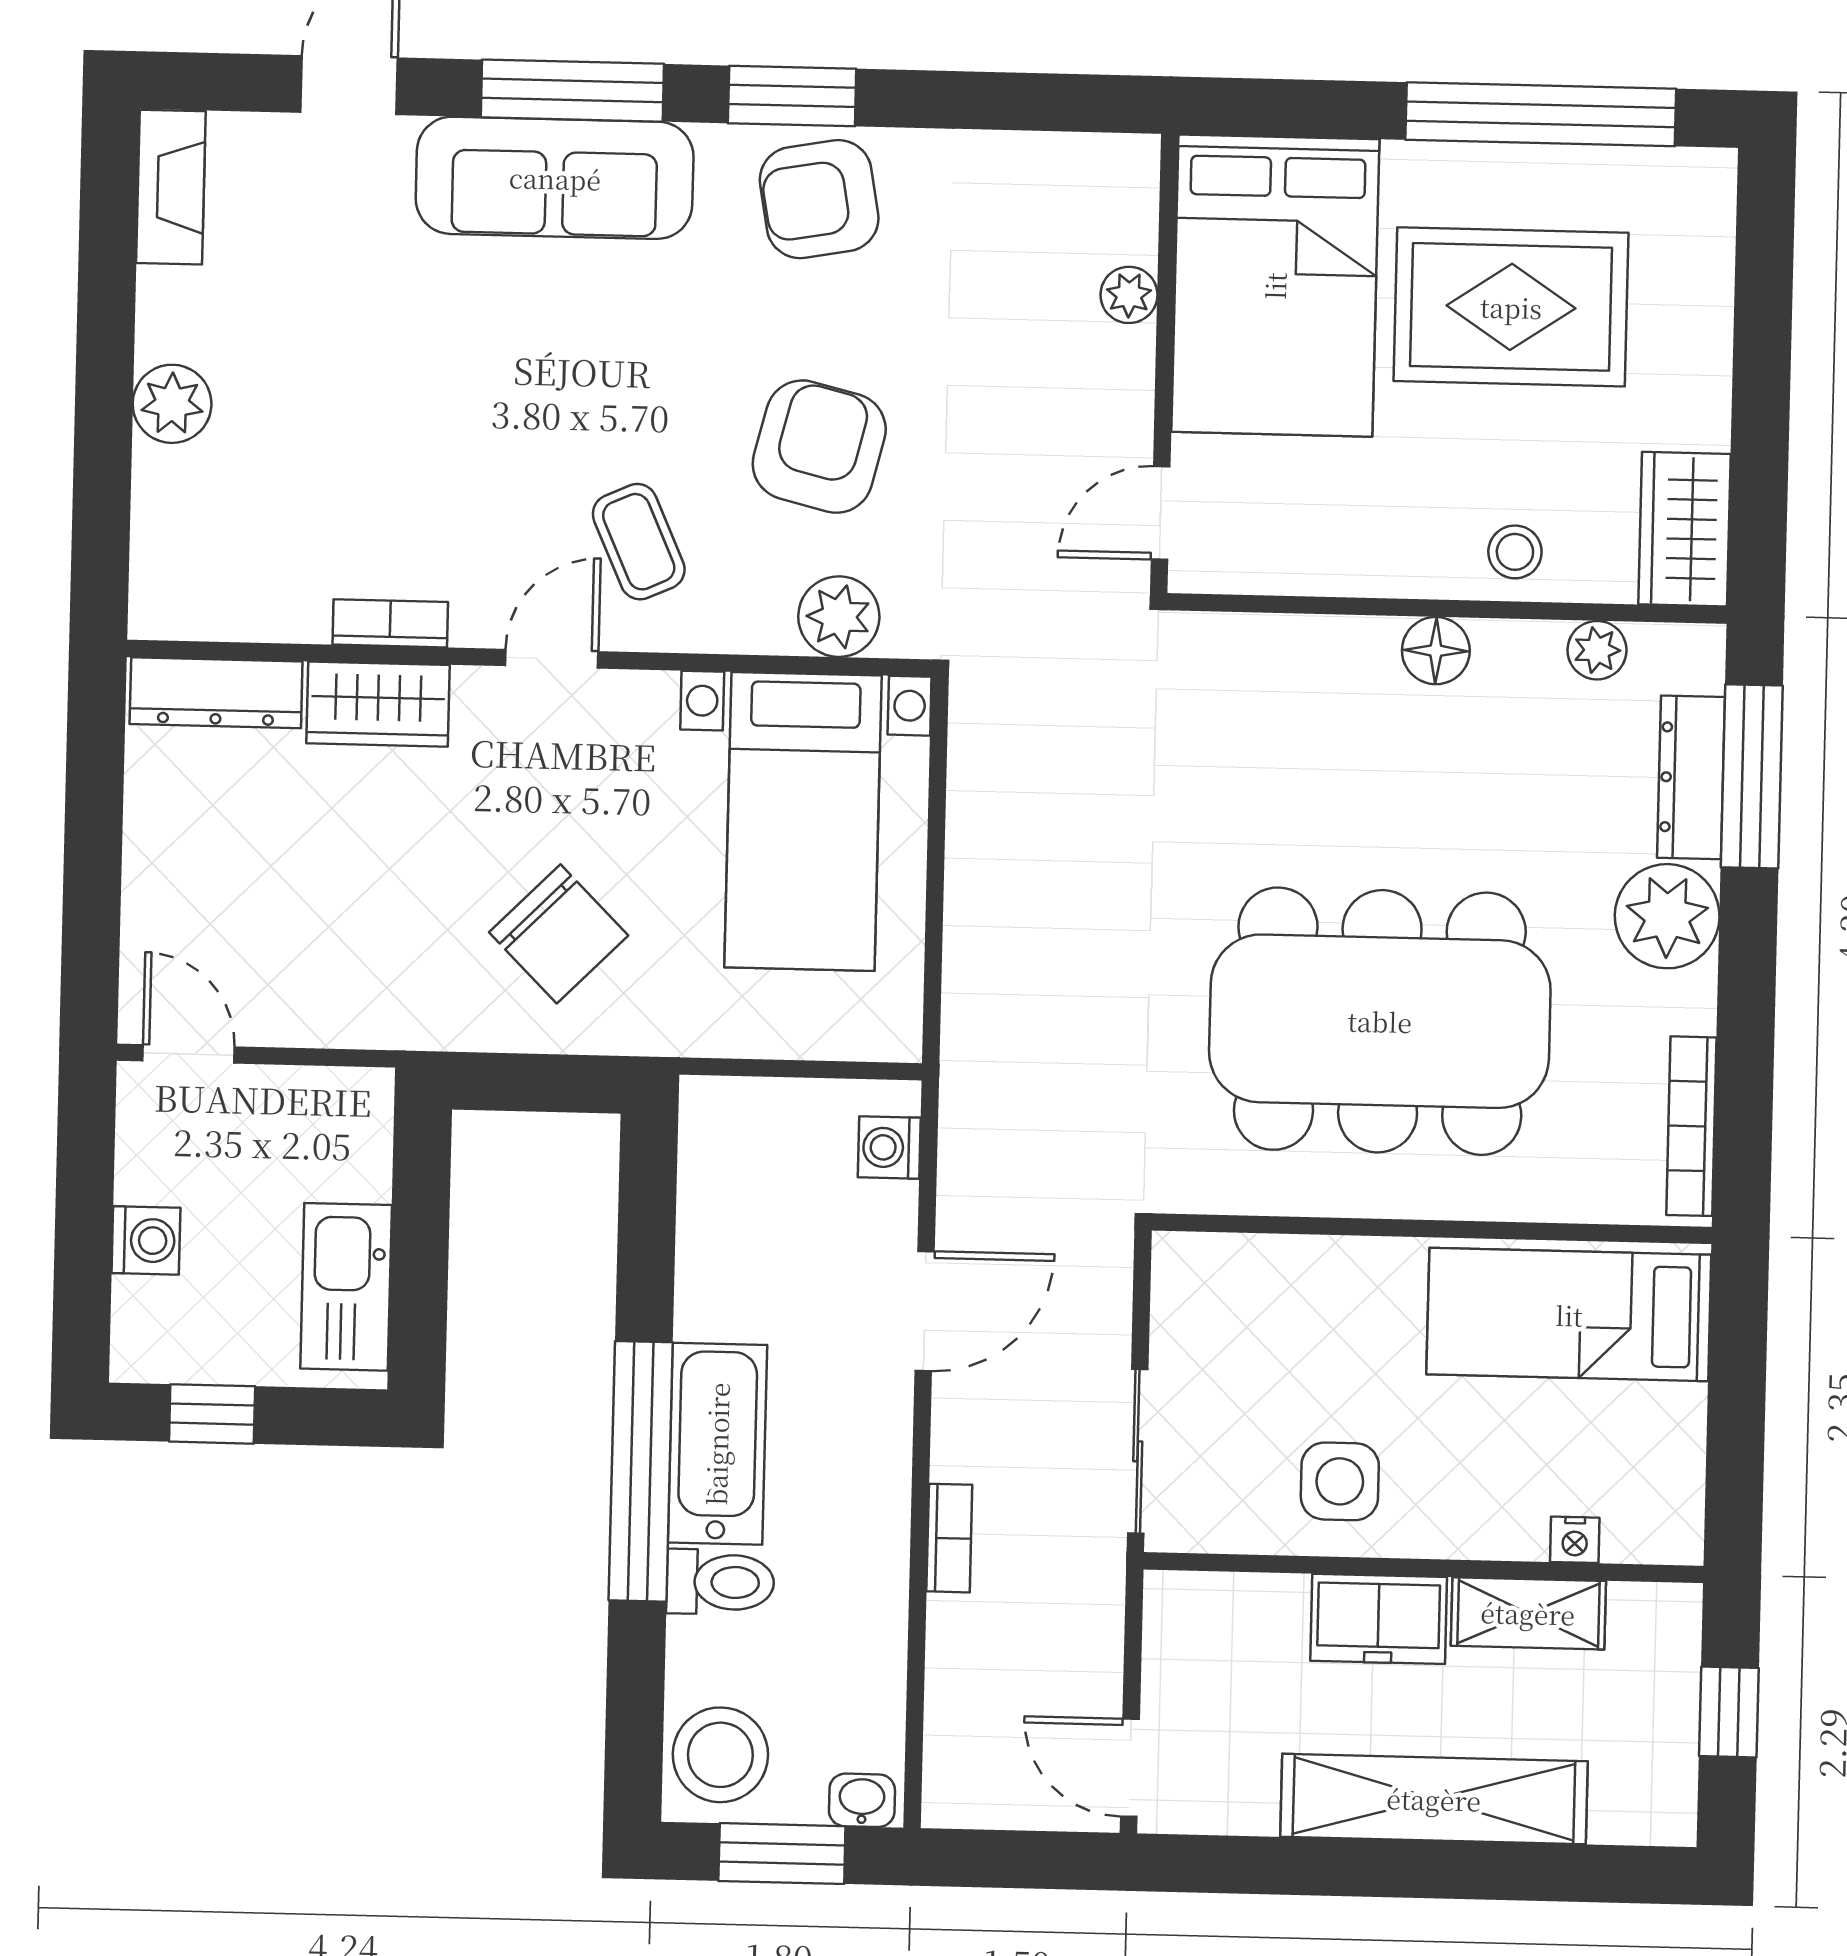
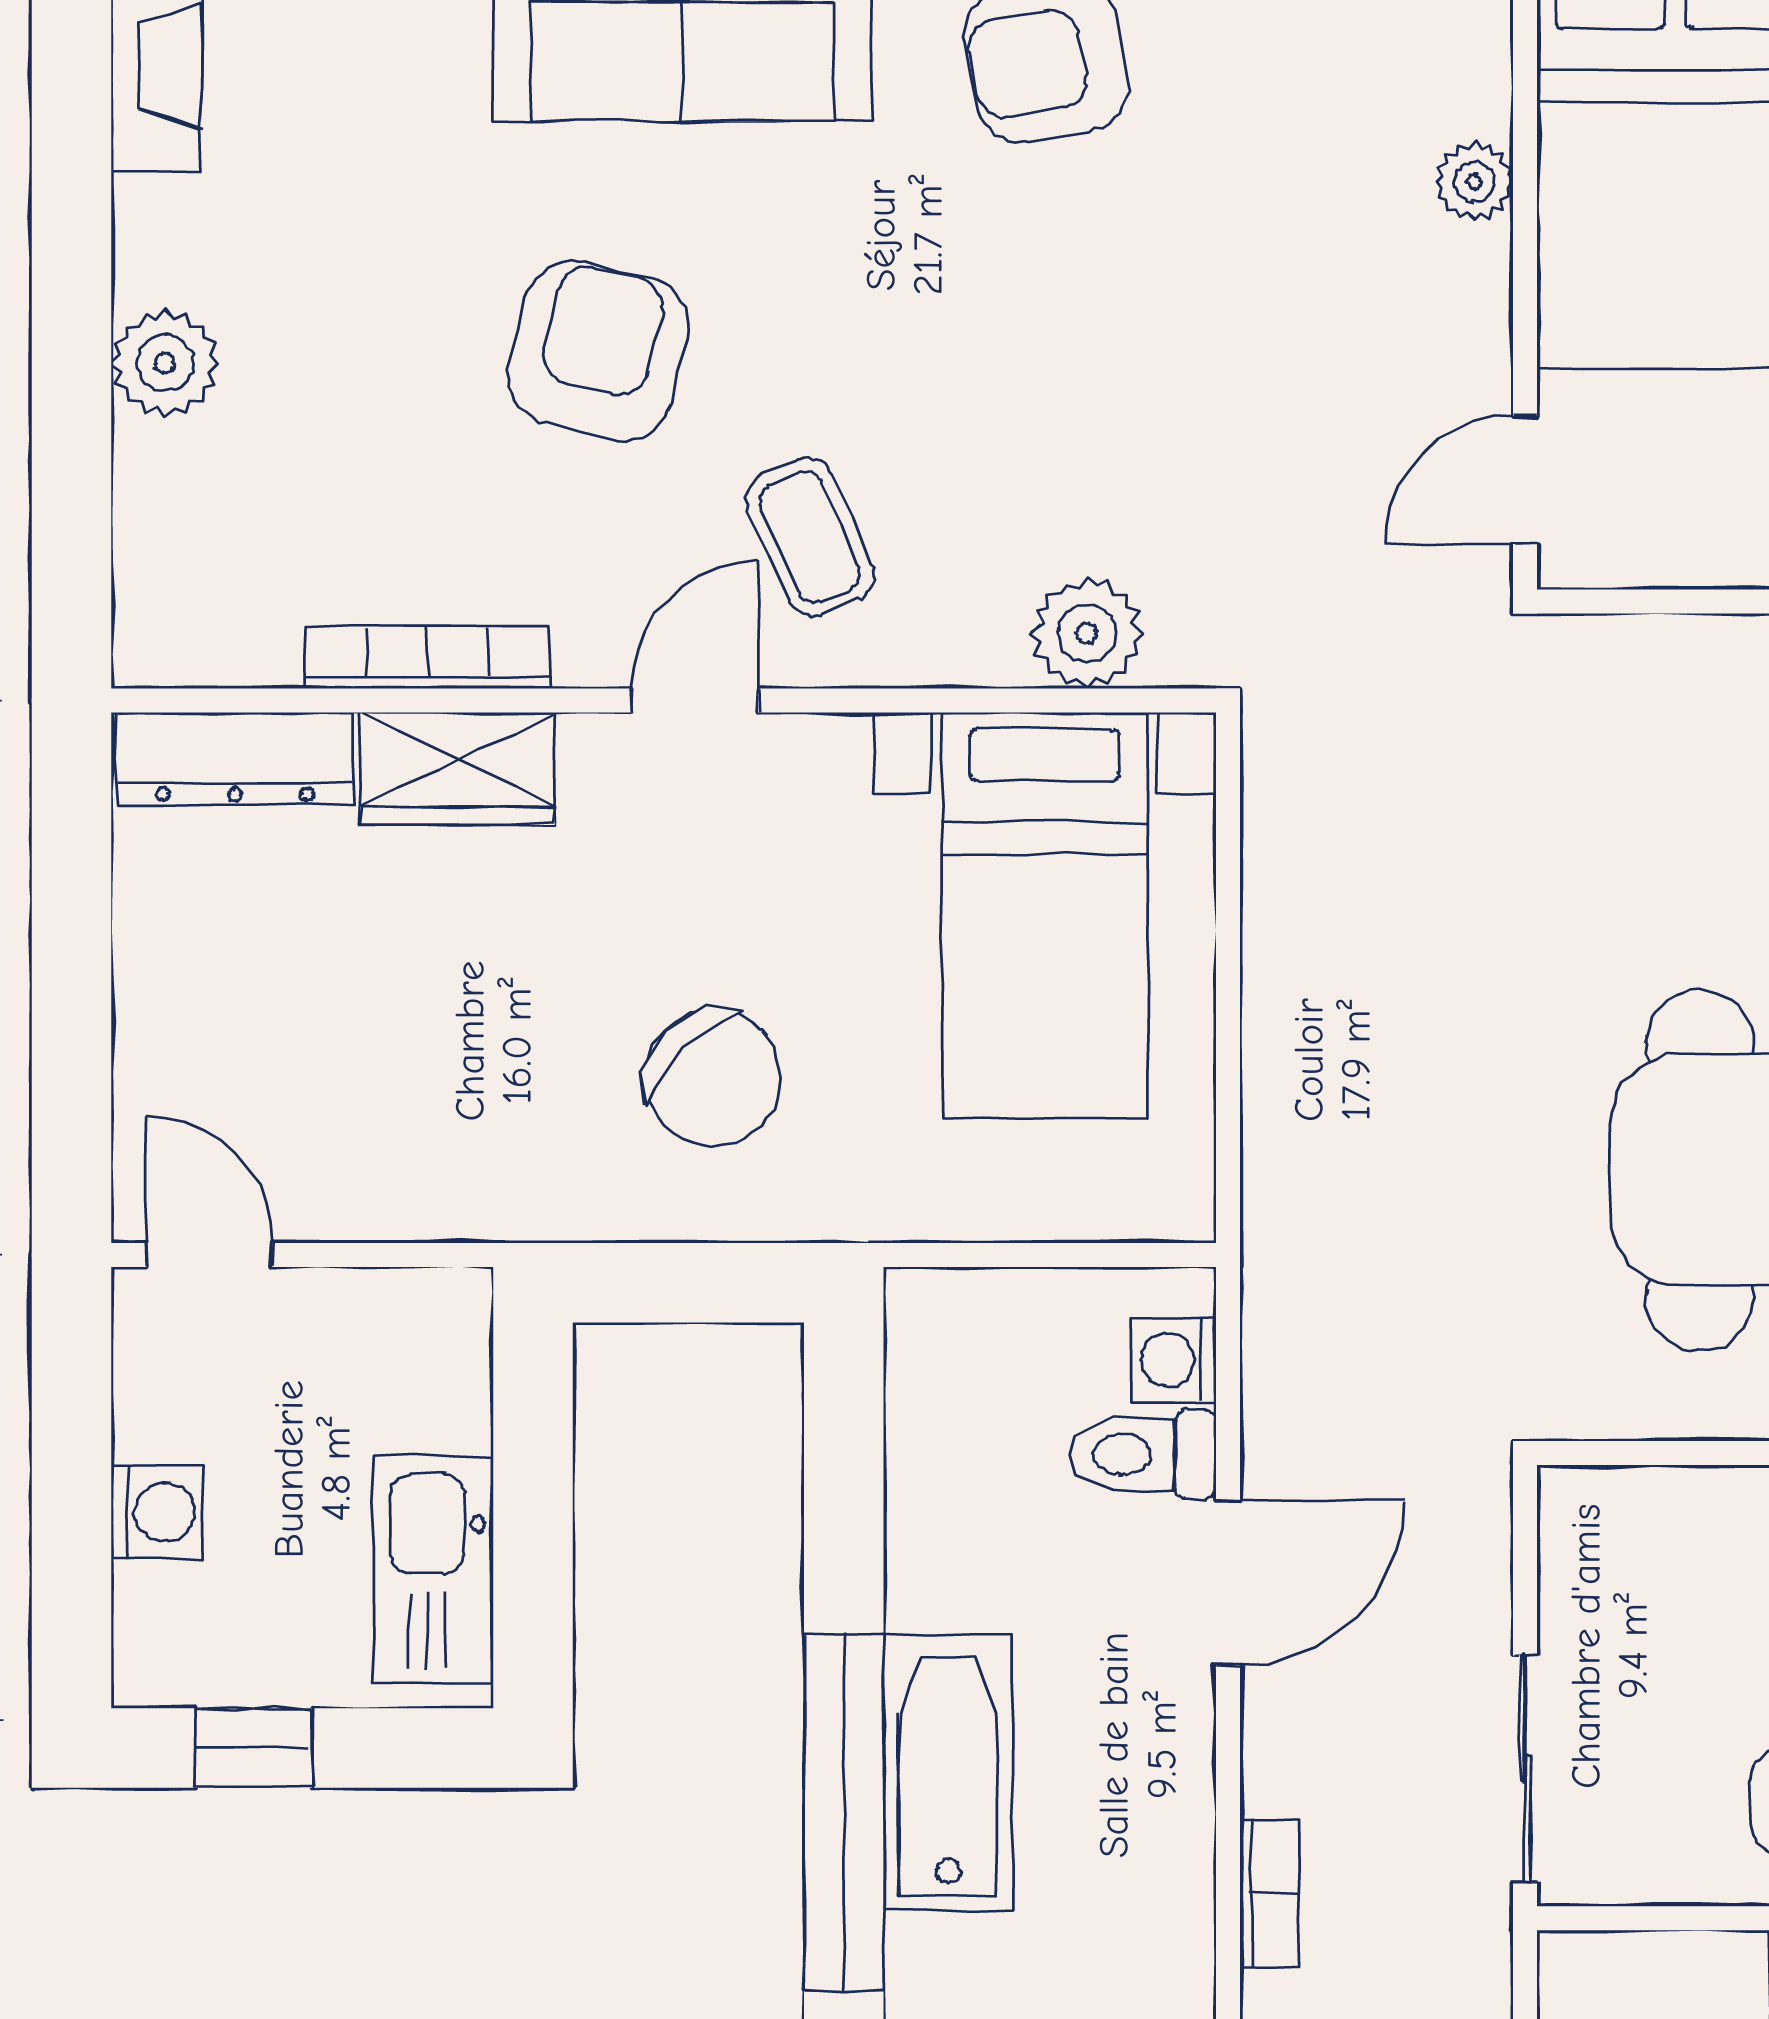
armchair: (819, 447) -> (598, 351), moved
bookcase: (390, 623) -> (428, 657), width x1.56
toilet: (720, 1582) -> (1143, 1454), moved, turned 180

